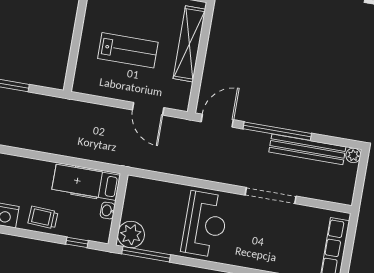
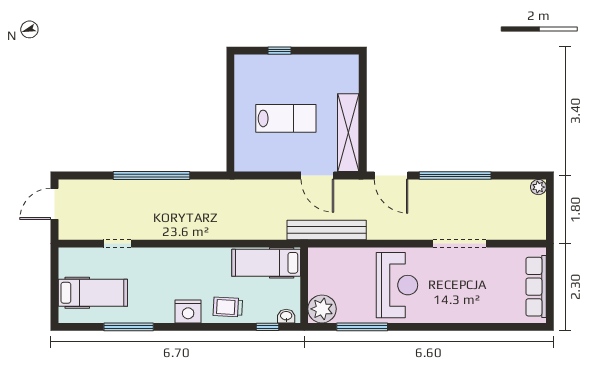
shelving: (189, 44) -> (348, 133), moved
door: (217, 121) -> (391, 176), swing flipped
bench: (307, 149) -> (327, 230), moved
washbasin: (108, 211) -> (286, 316), moved, turned 90
window: (146, 254) -> (362, 327), moved

